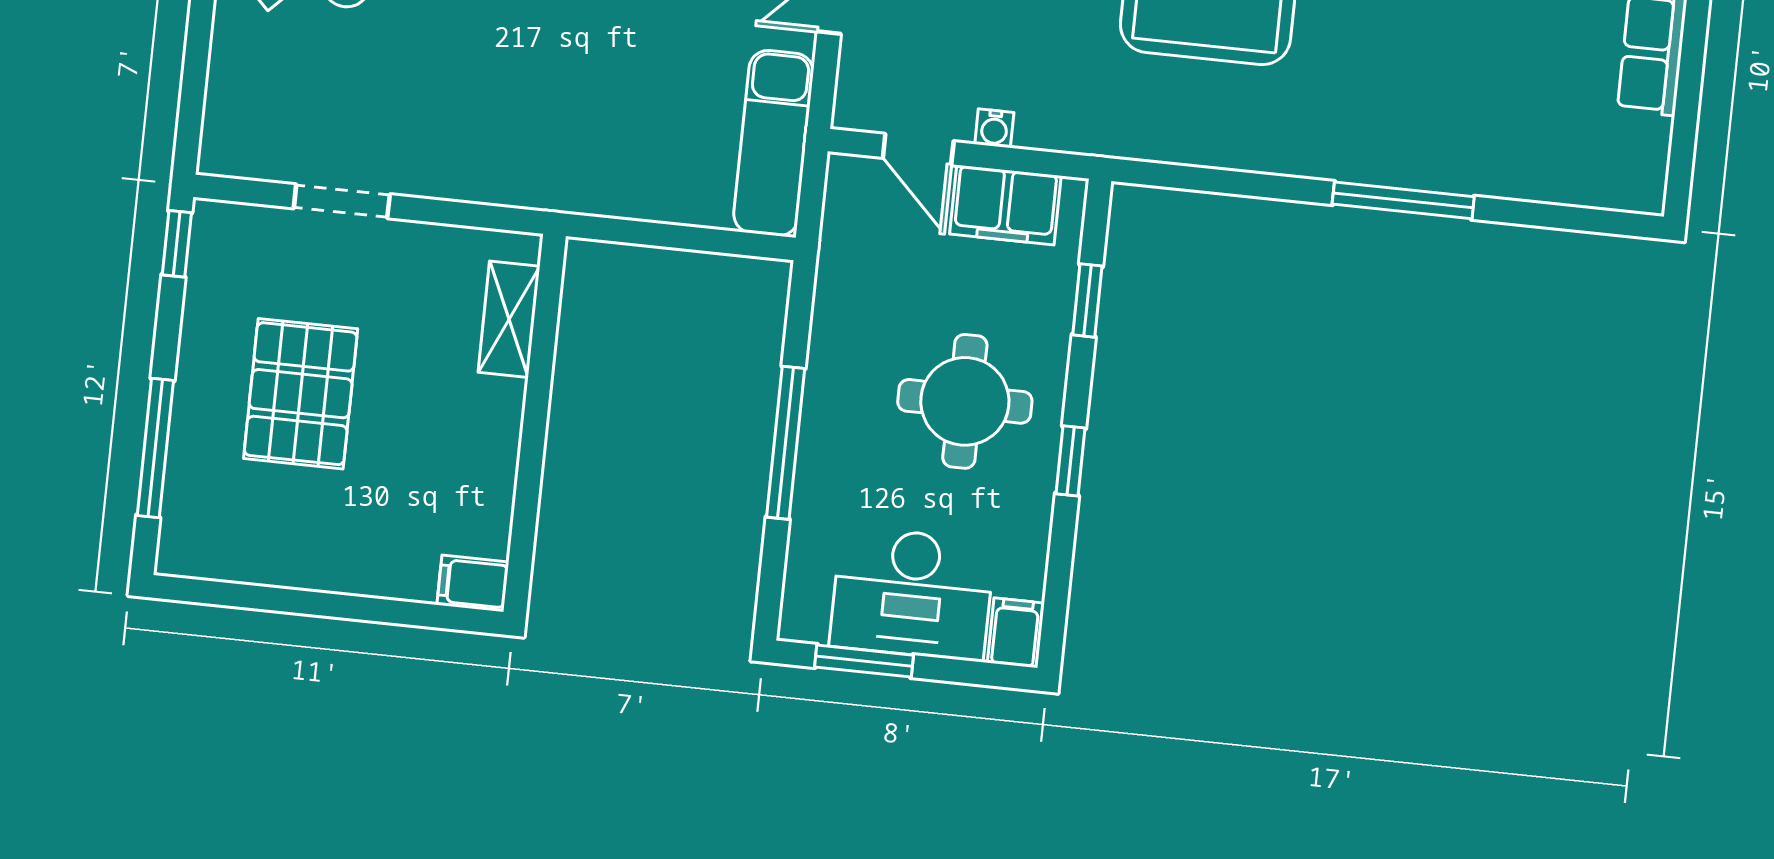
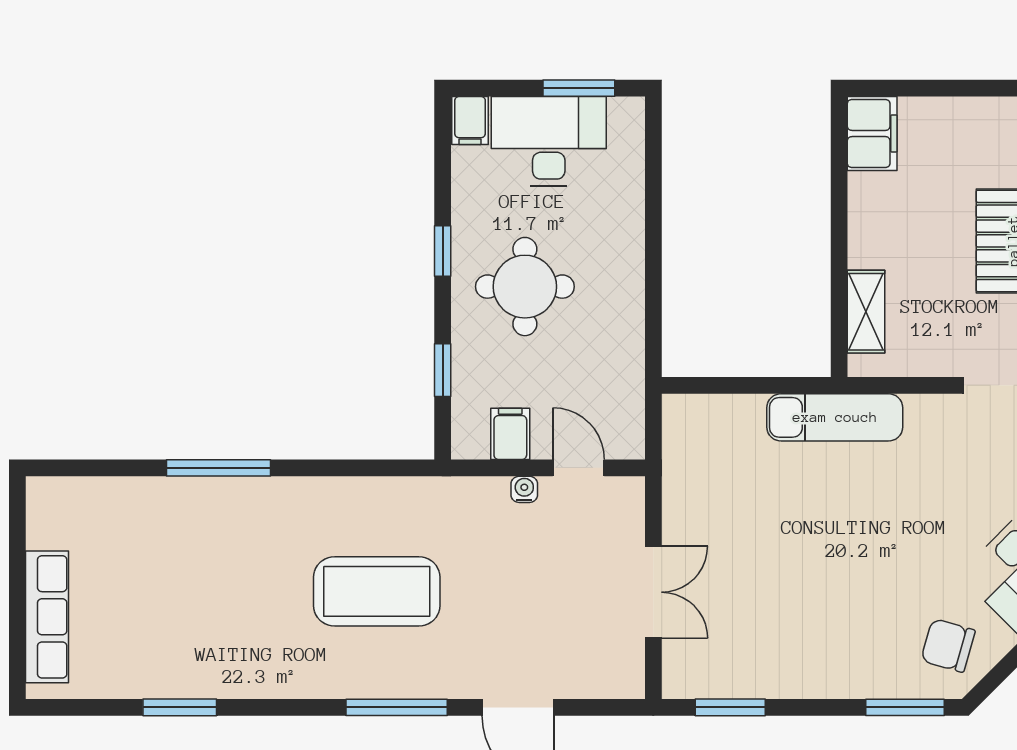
exam couch: (774, 143) -> (835, 417), moved, turned 90
filing cabinet: (1005, 205) -> (510, 434), width x0.50
window: (786, 443) -> (653, 242), removed
filing cabinet: (473, 583) -> (872, 134), width x2.00

